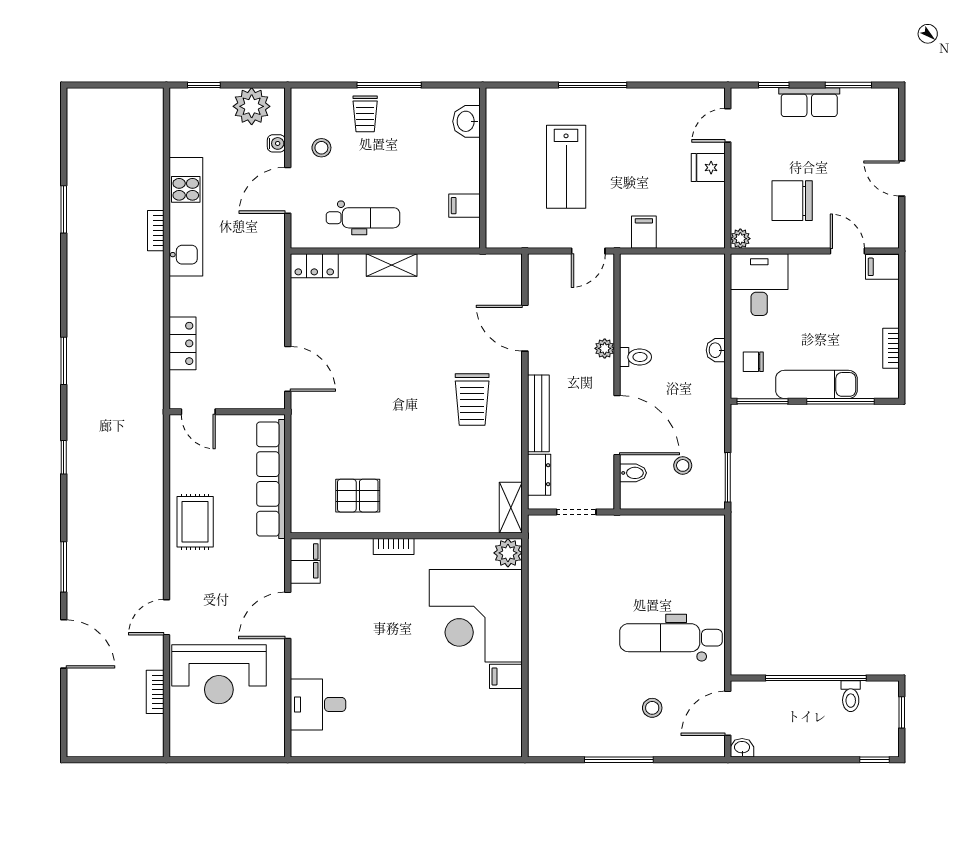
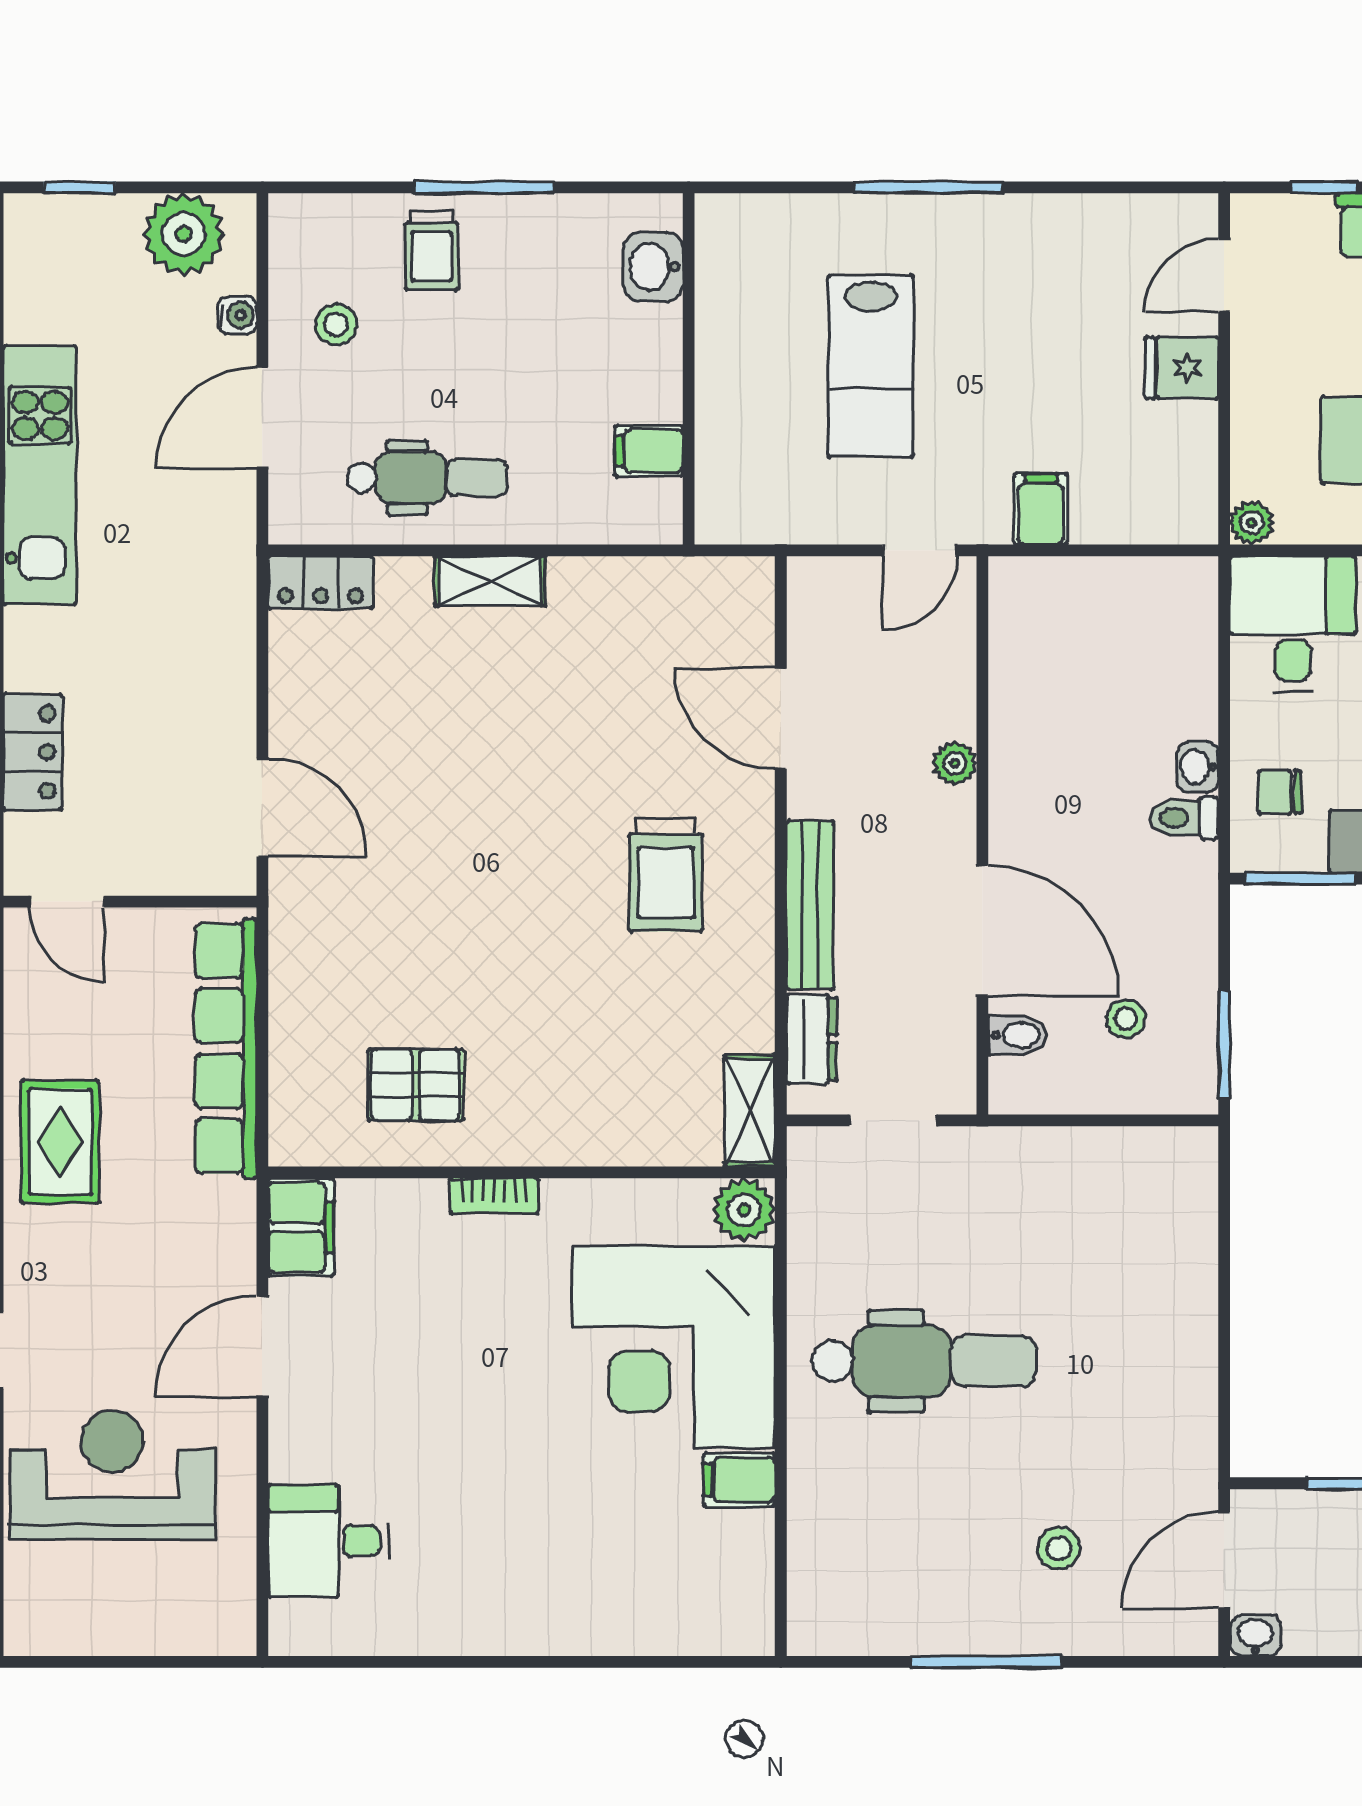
toilet: (636, 357) -> (1184, 818), moved, turned 180
dental chair: (671, 638) -> (924, 1361), moved, turned 180
reception desk: (219, 674) -> (112, 1475), turned 180

